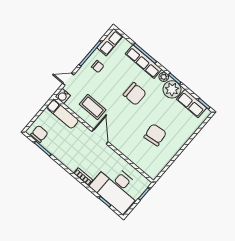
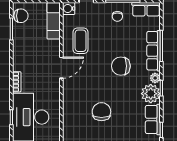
chair: (135, 94) -> (121, 66), turned 90
chair: (155, 135) -> (101, 112), turned -83

